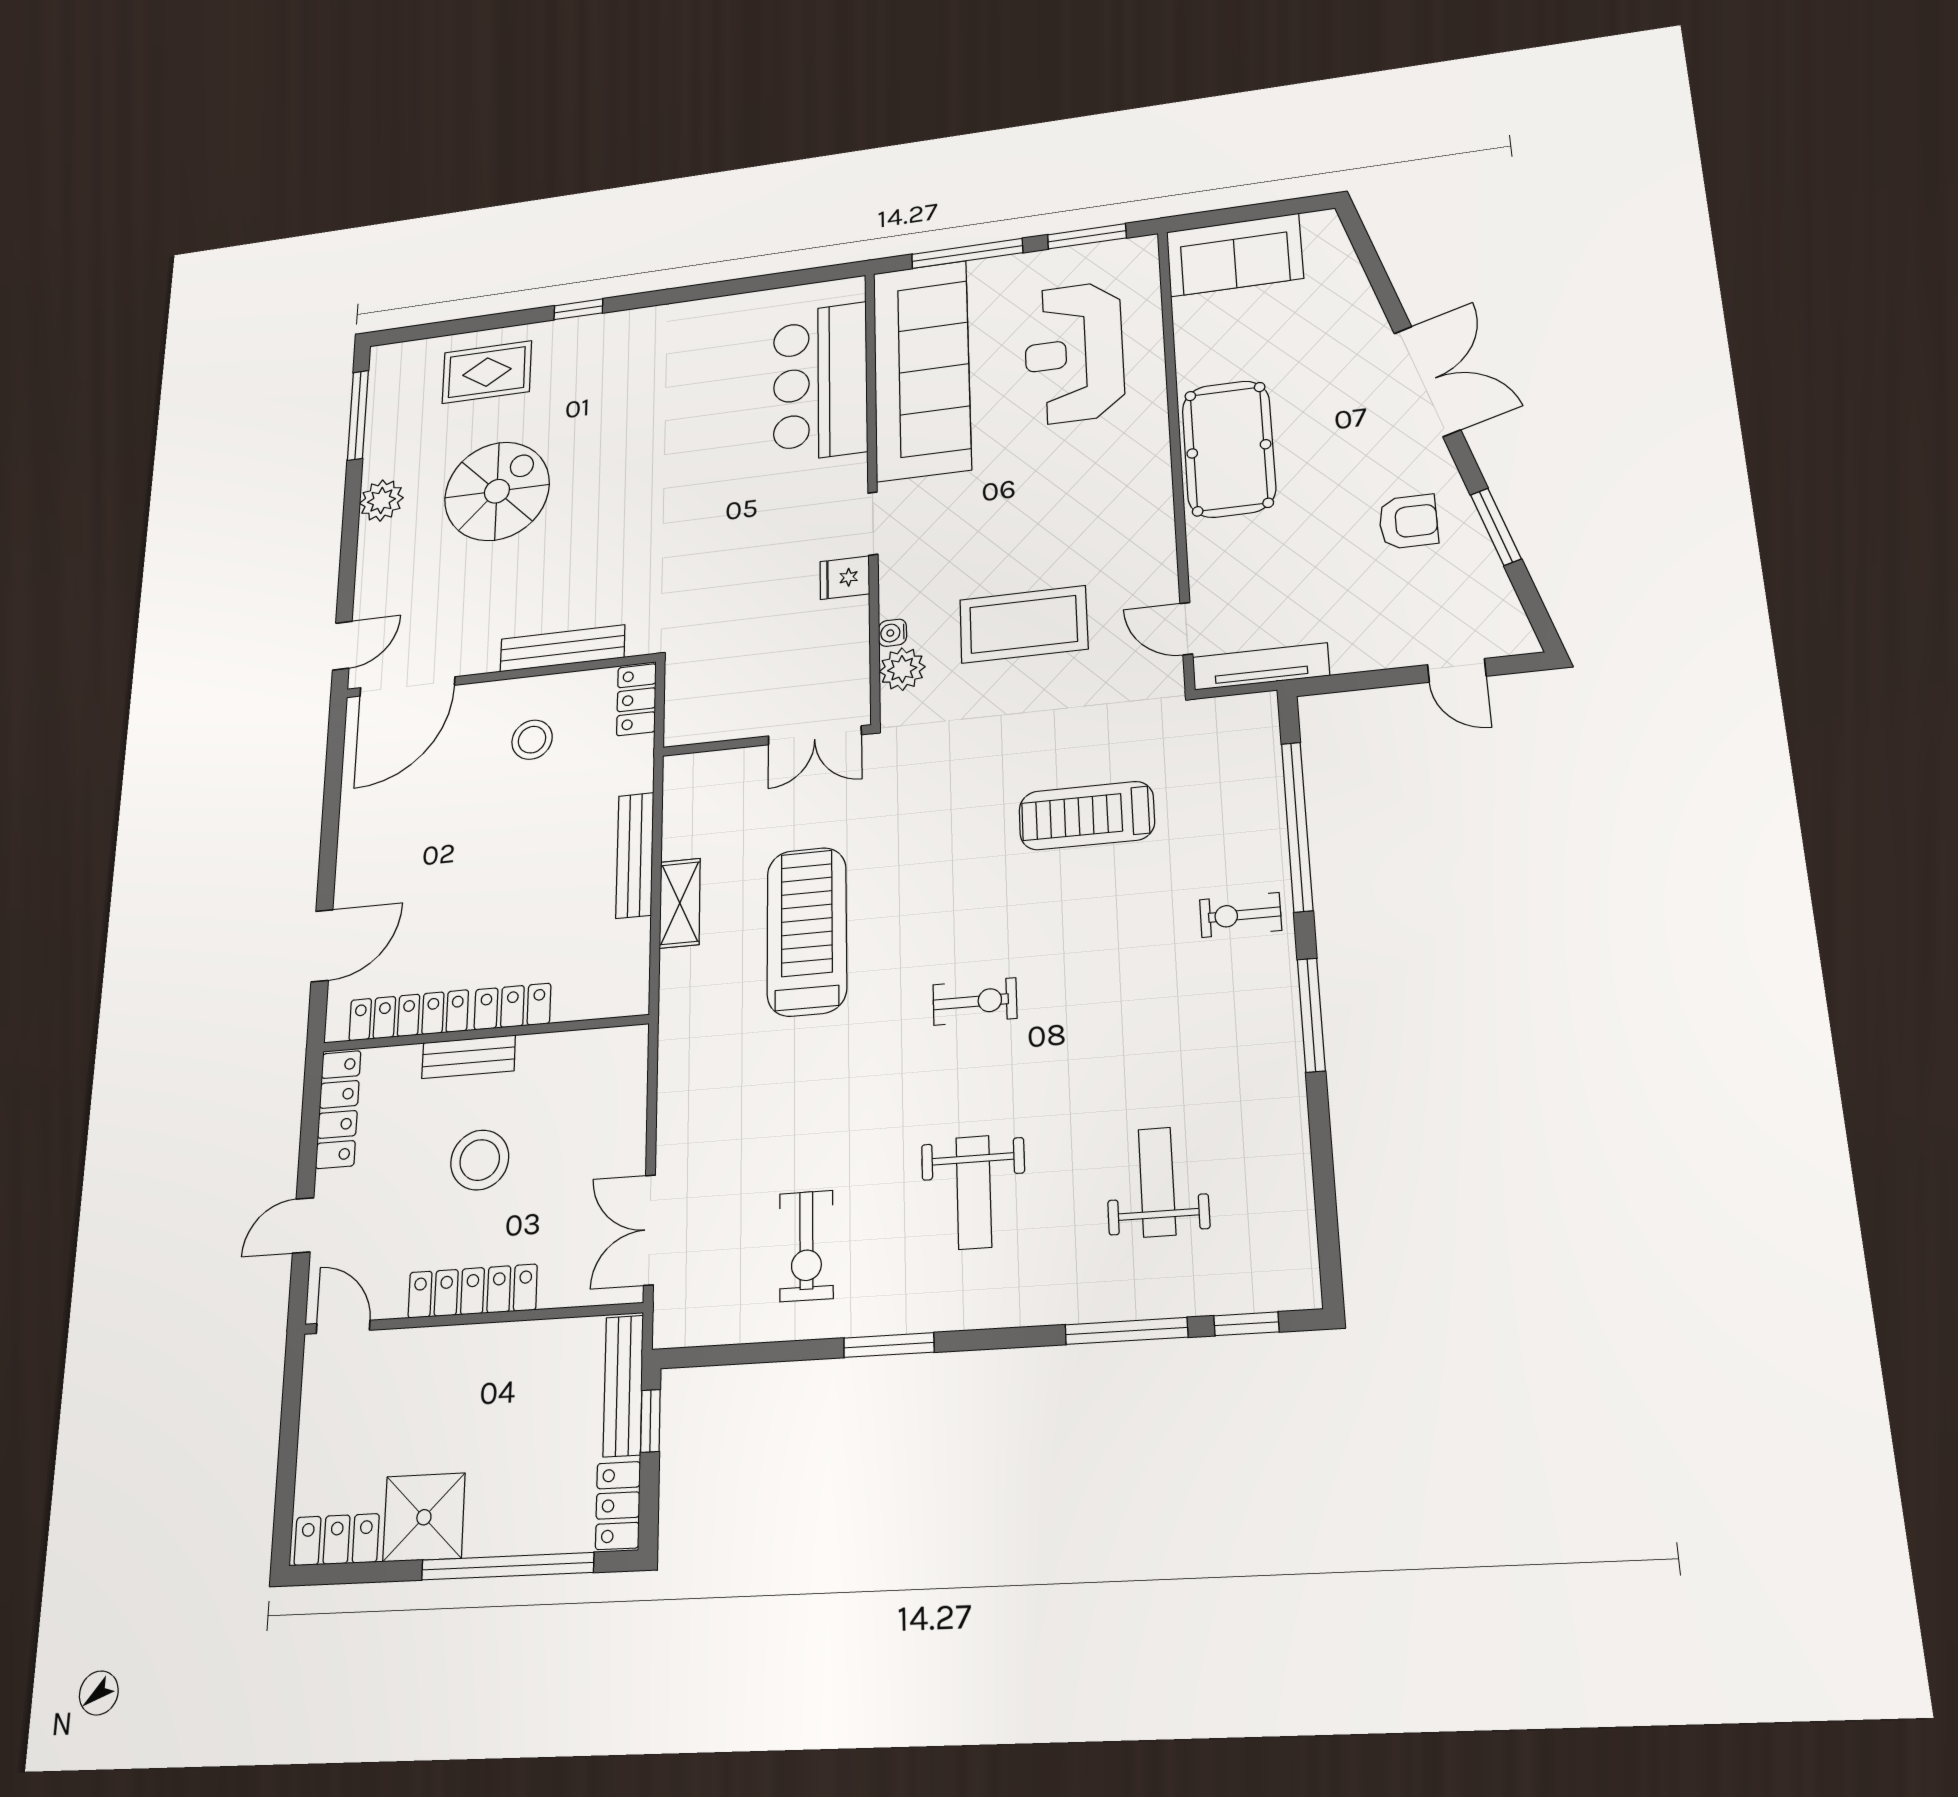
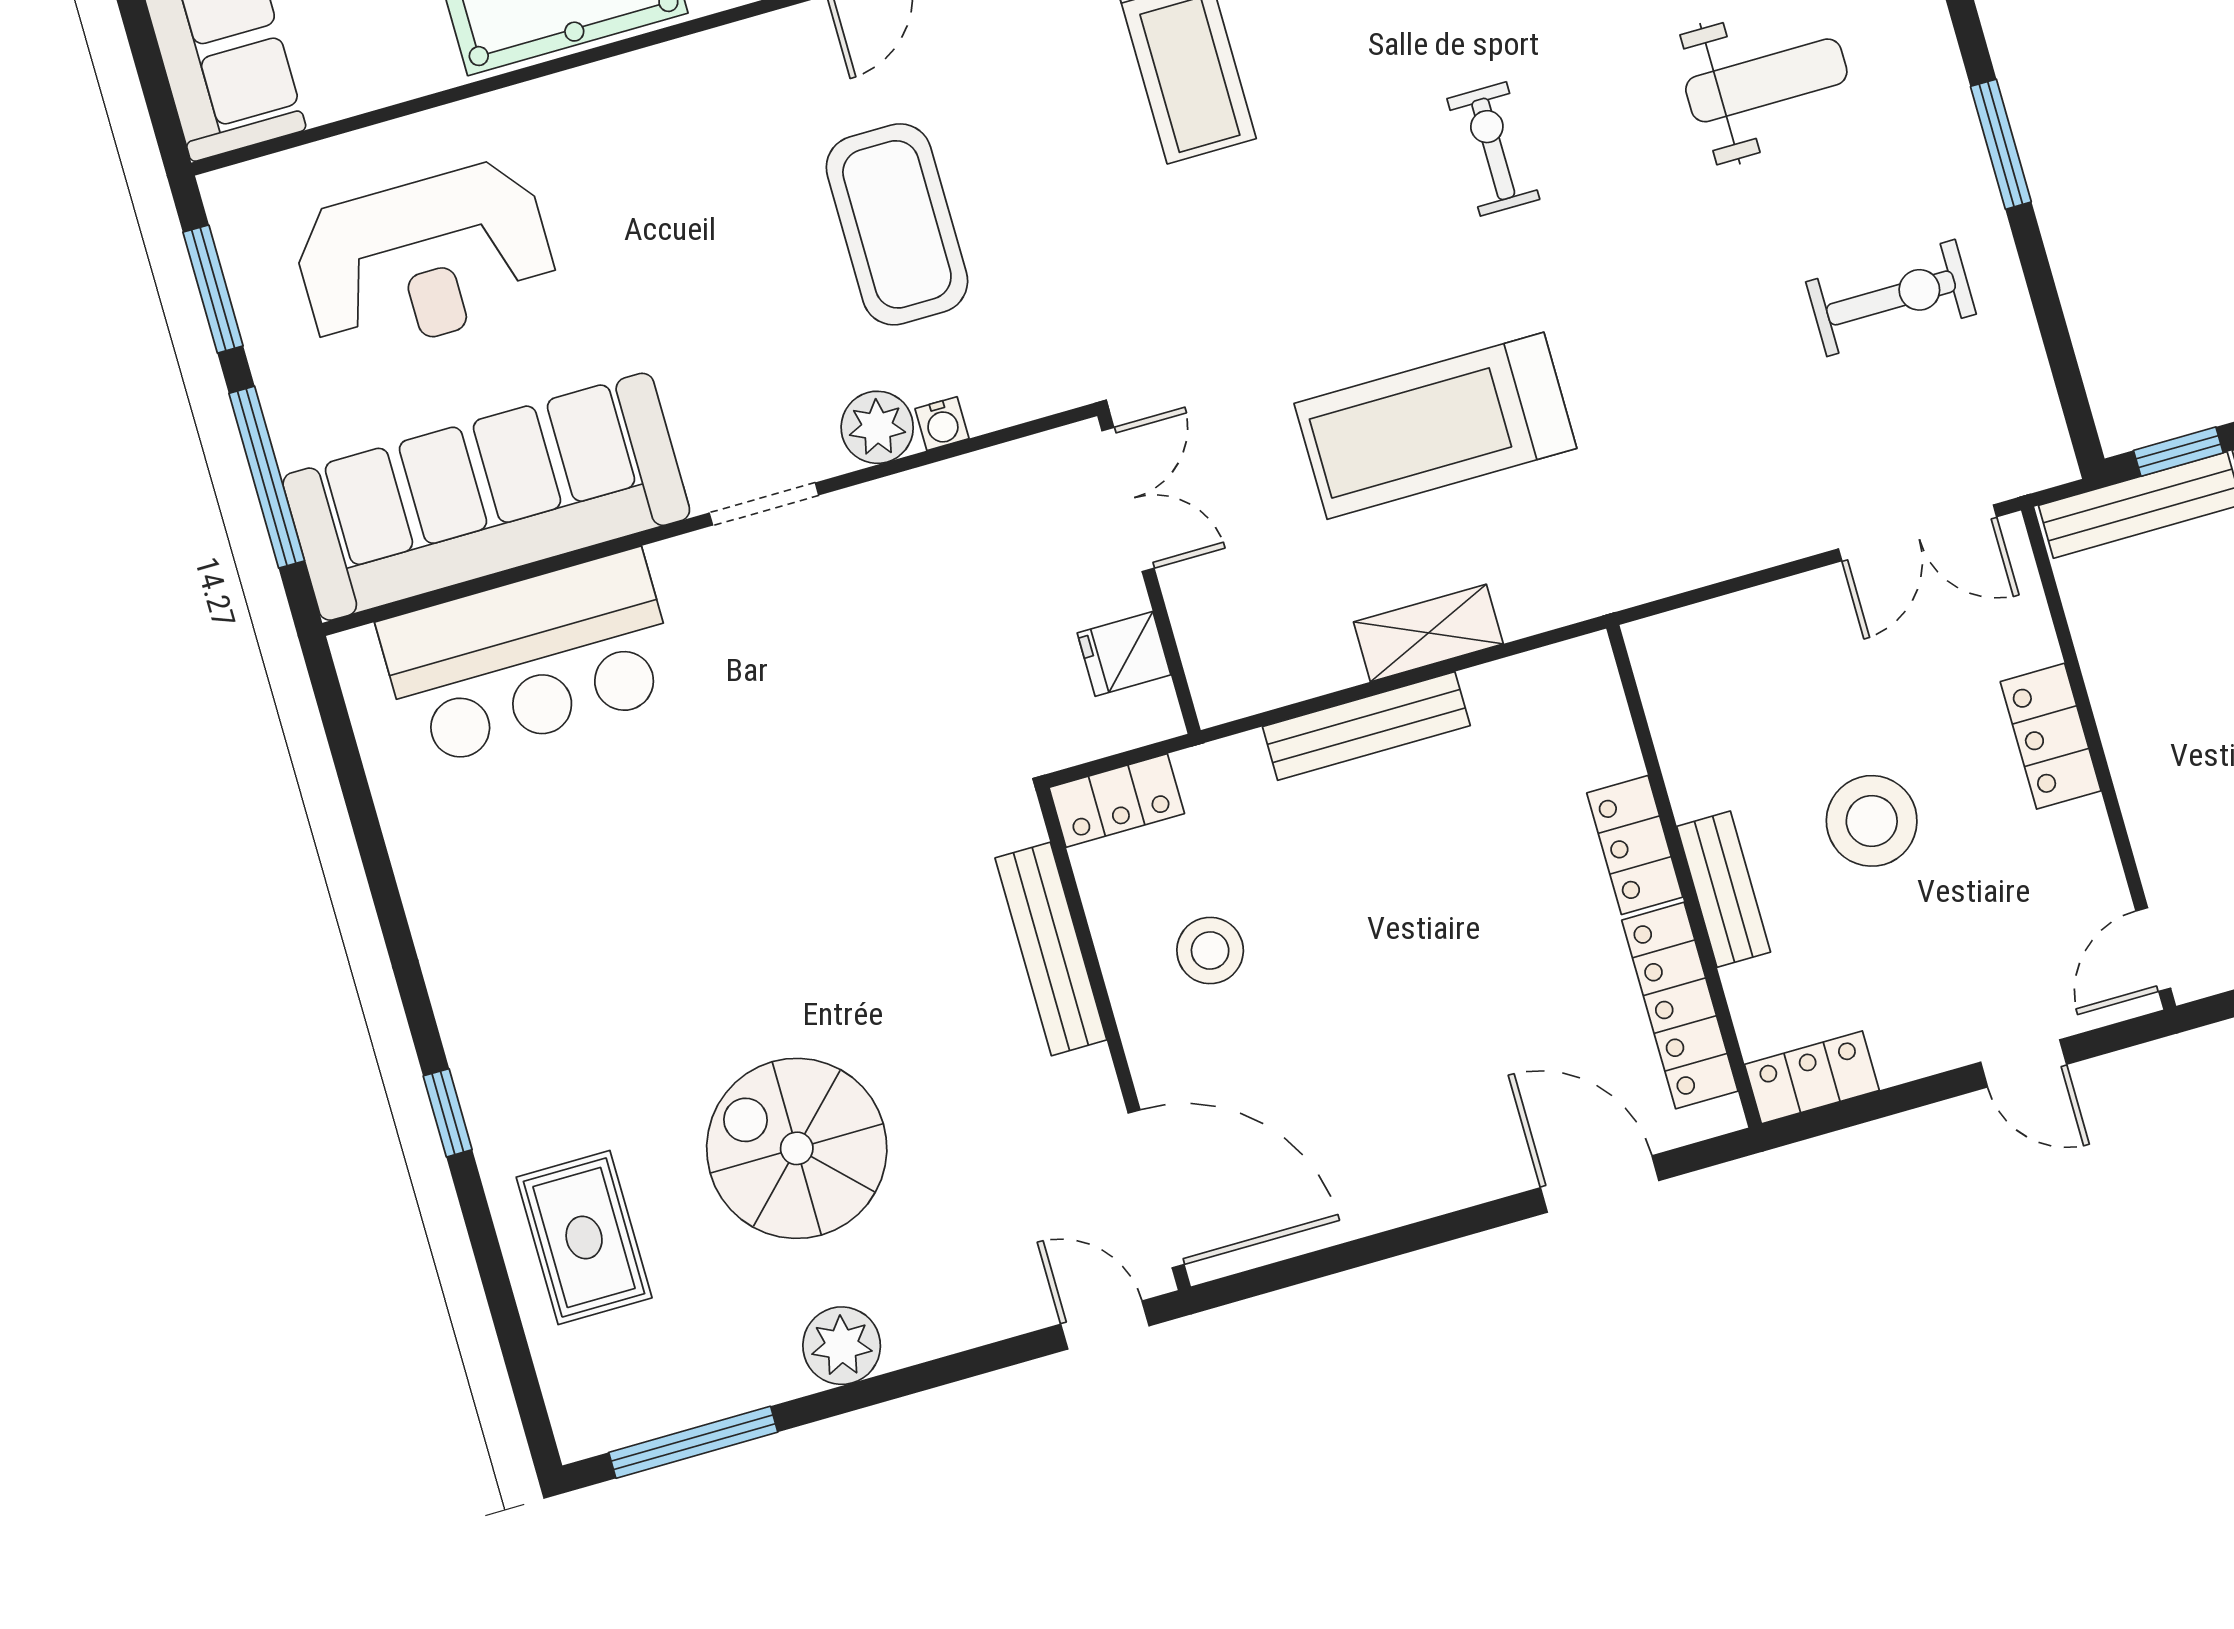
fridge: (845, 578) -> (1124, 654), moved, turned 90
plant: (902, 669) -> (877, 427), moved
locker: (338, 1109) -> (1812, 1077), width x0.66
locker: (472, 1291) -> (2051, 736), width x0.66

